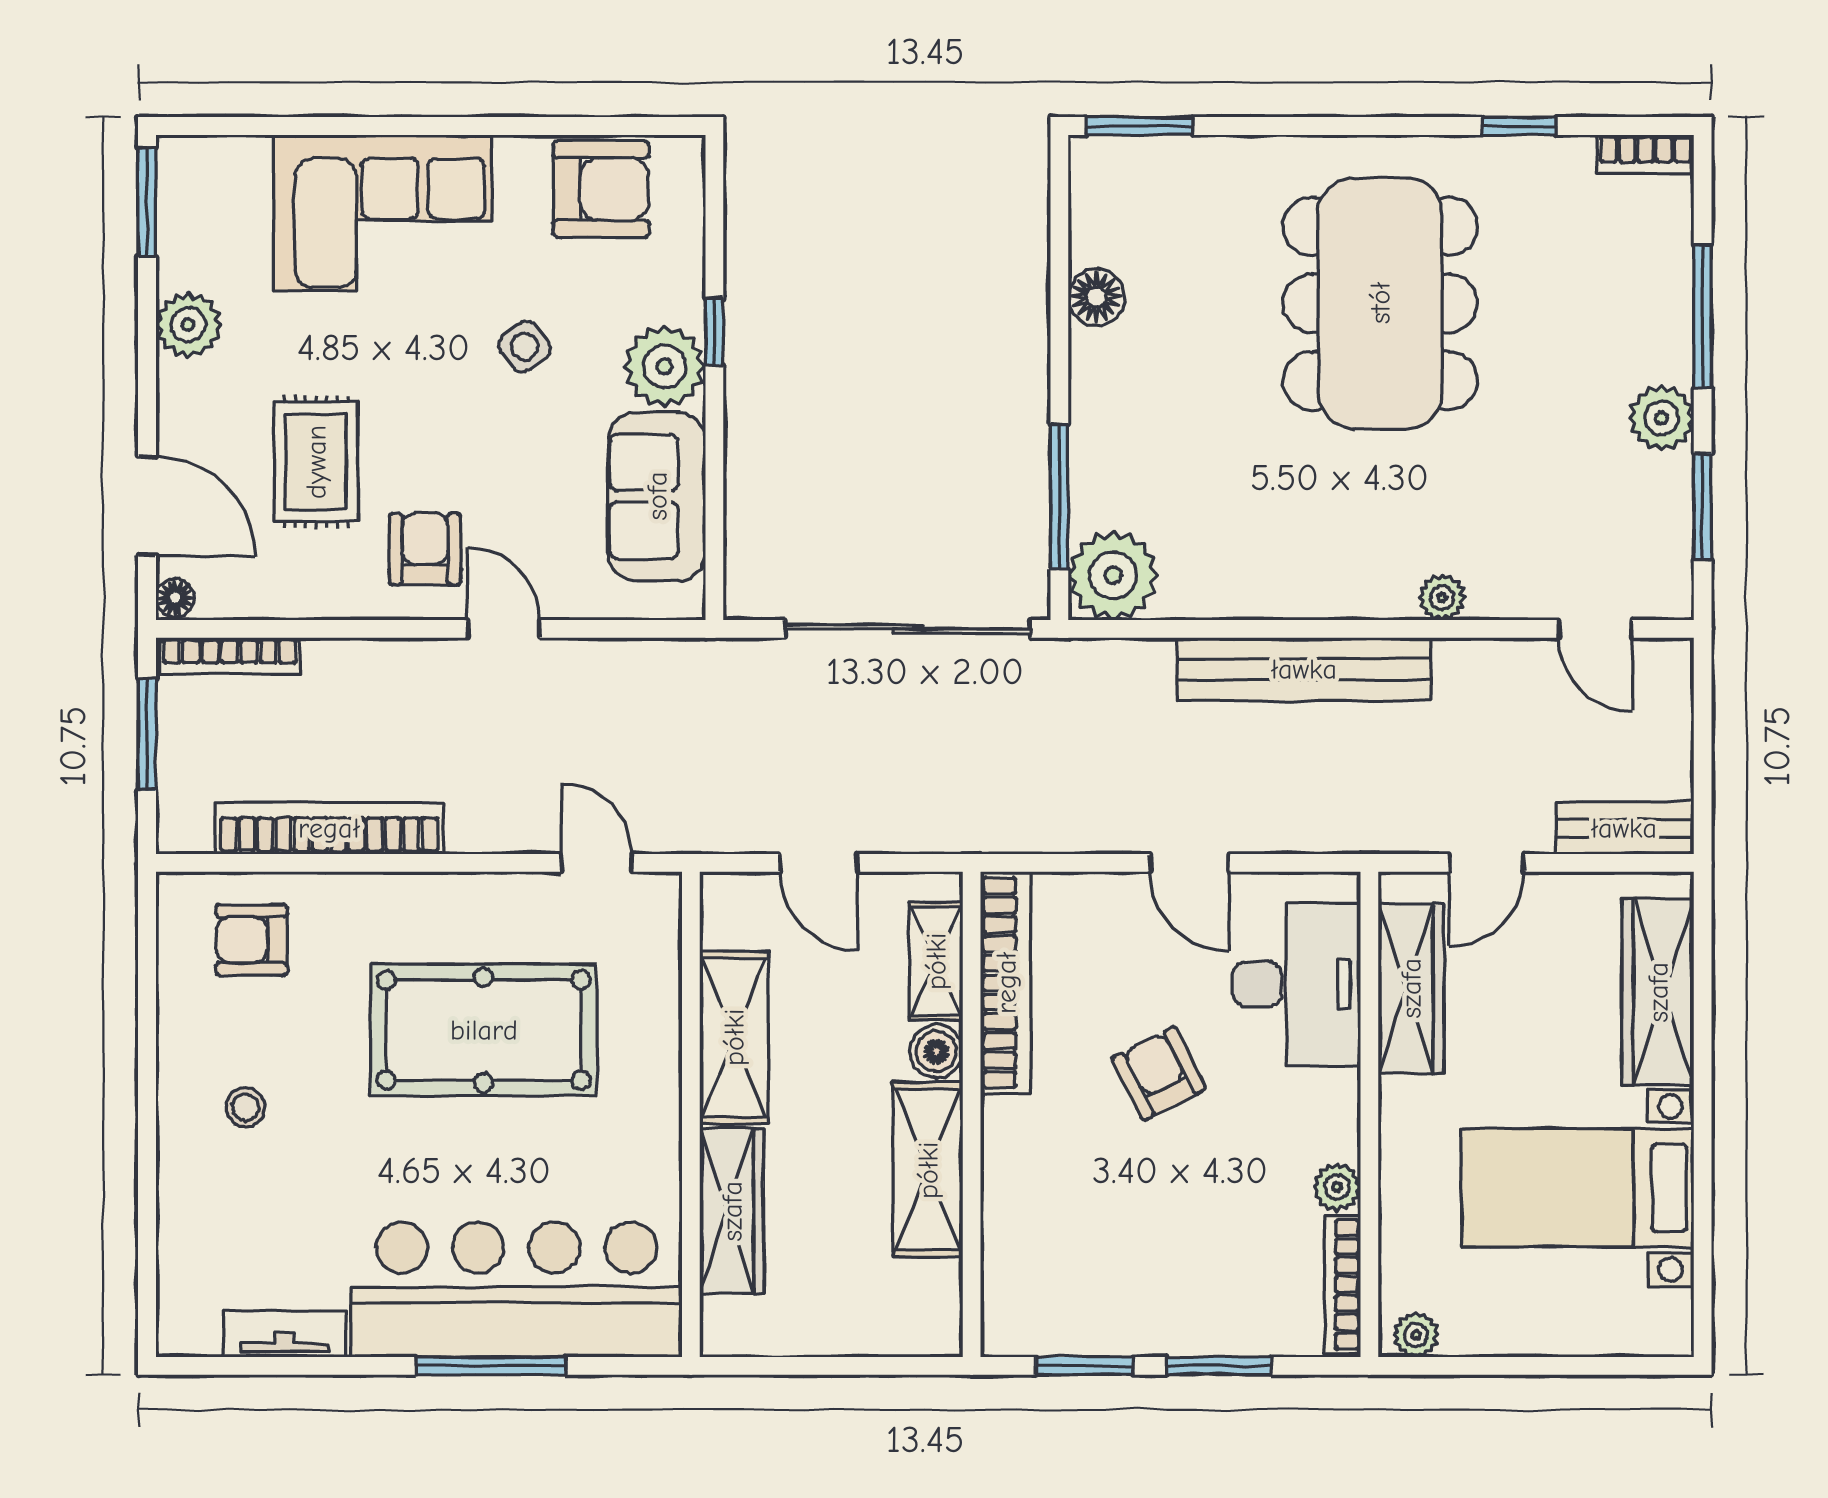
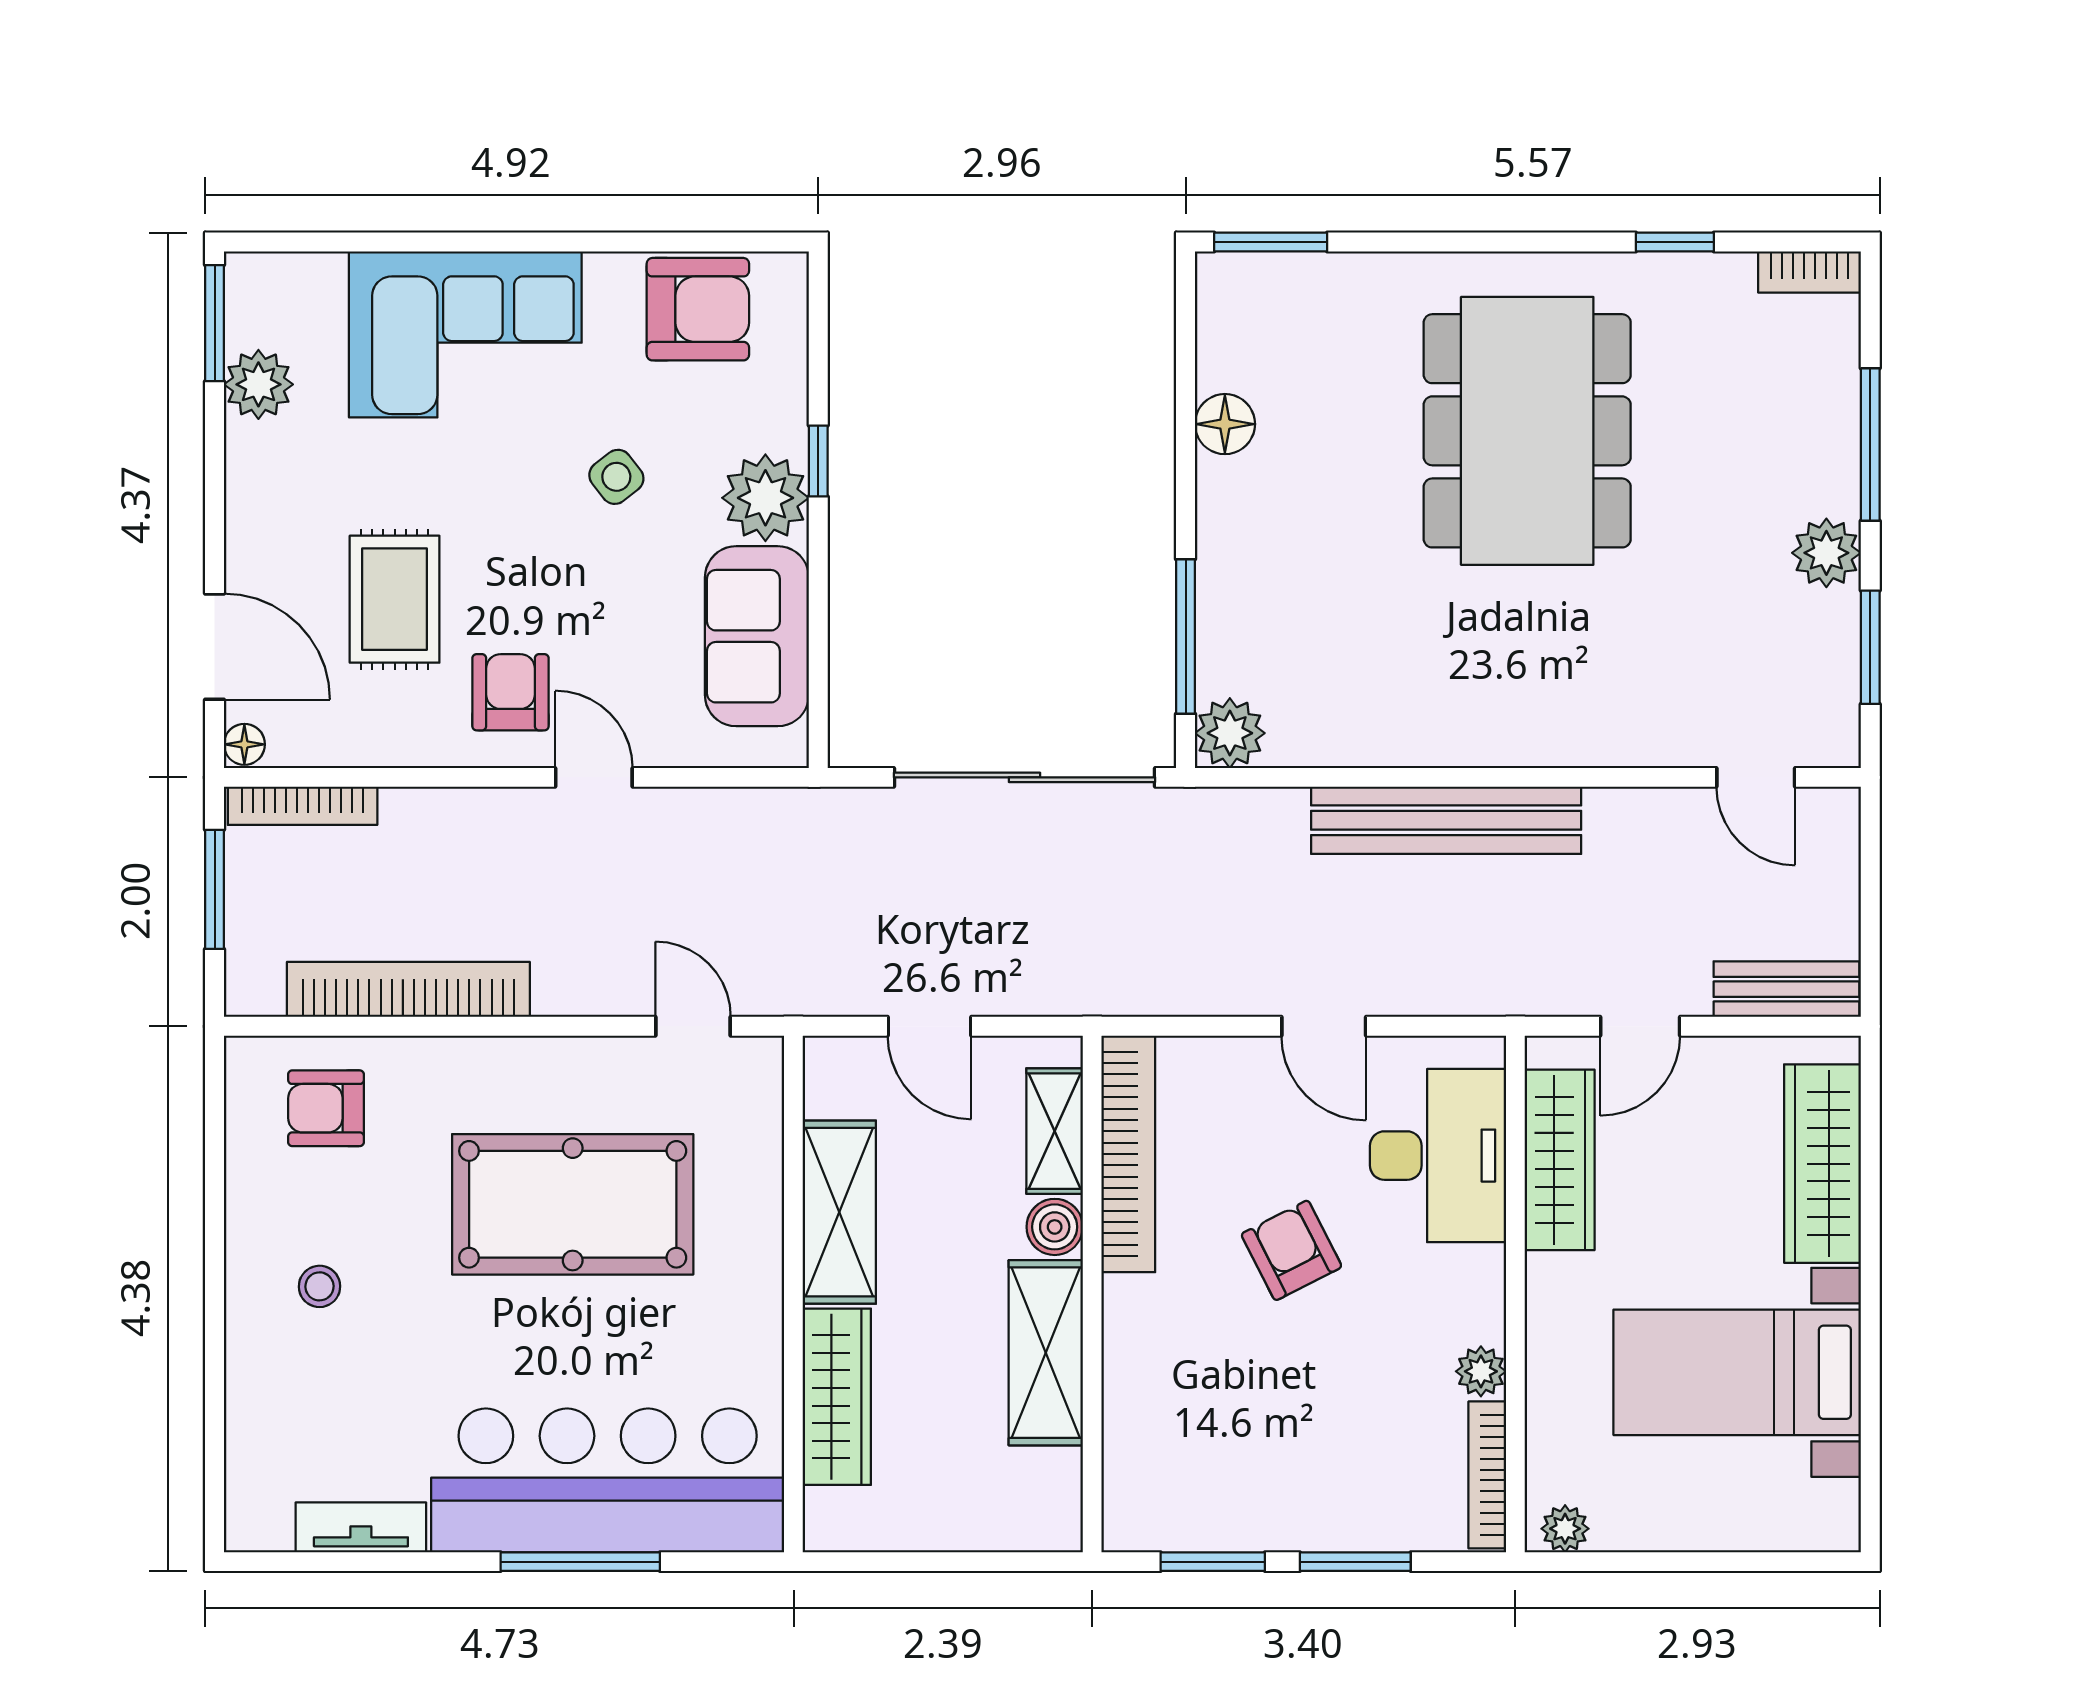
plant: (188, 325) -> (258, 384), moved
plant: (1113, 575) -> (1230, 733), width x0.73, depth x0.73
plant: (1442, 598) -> (1593, 744), removed

